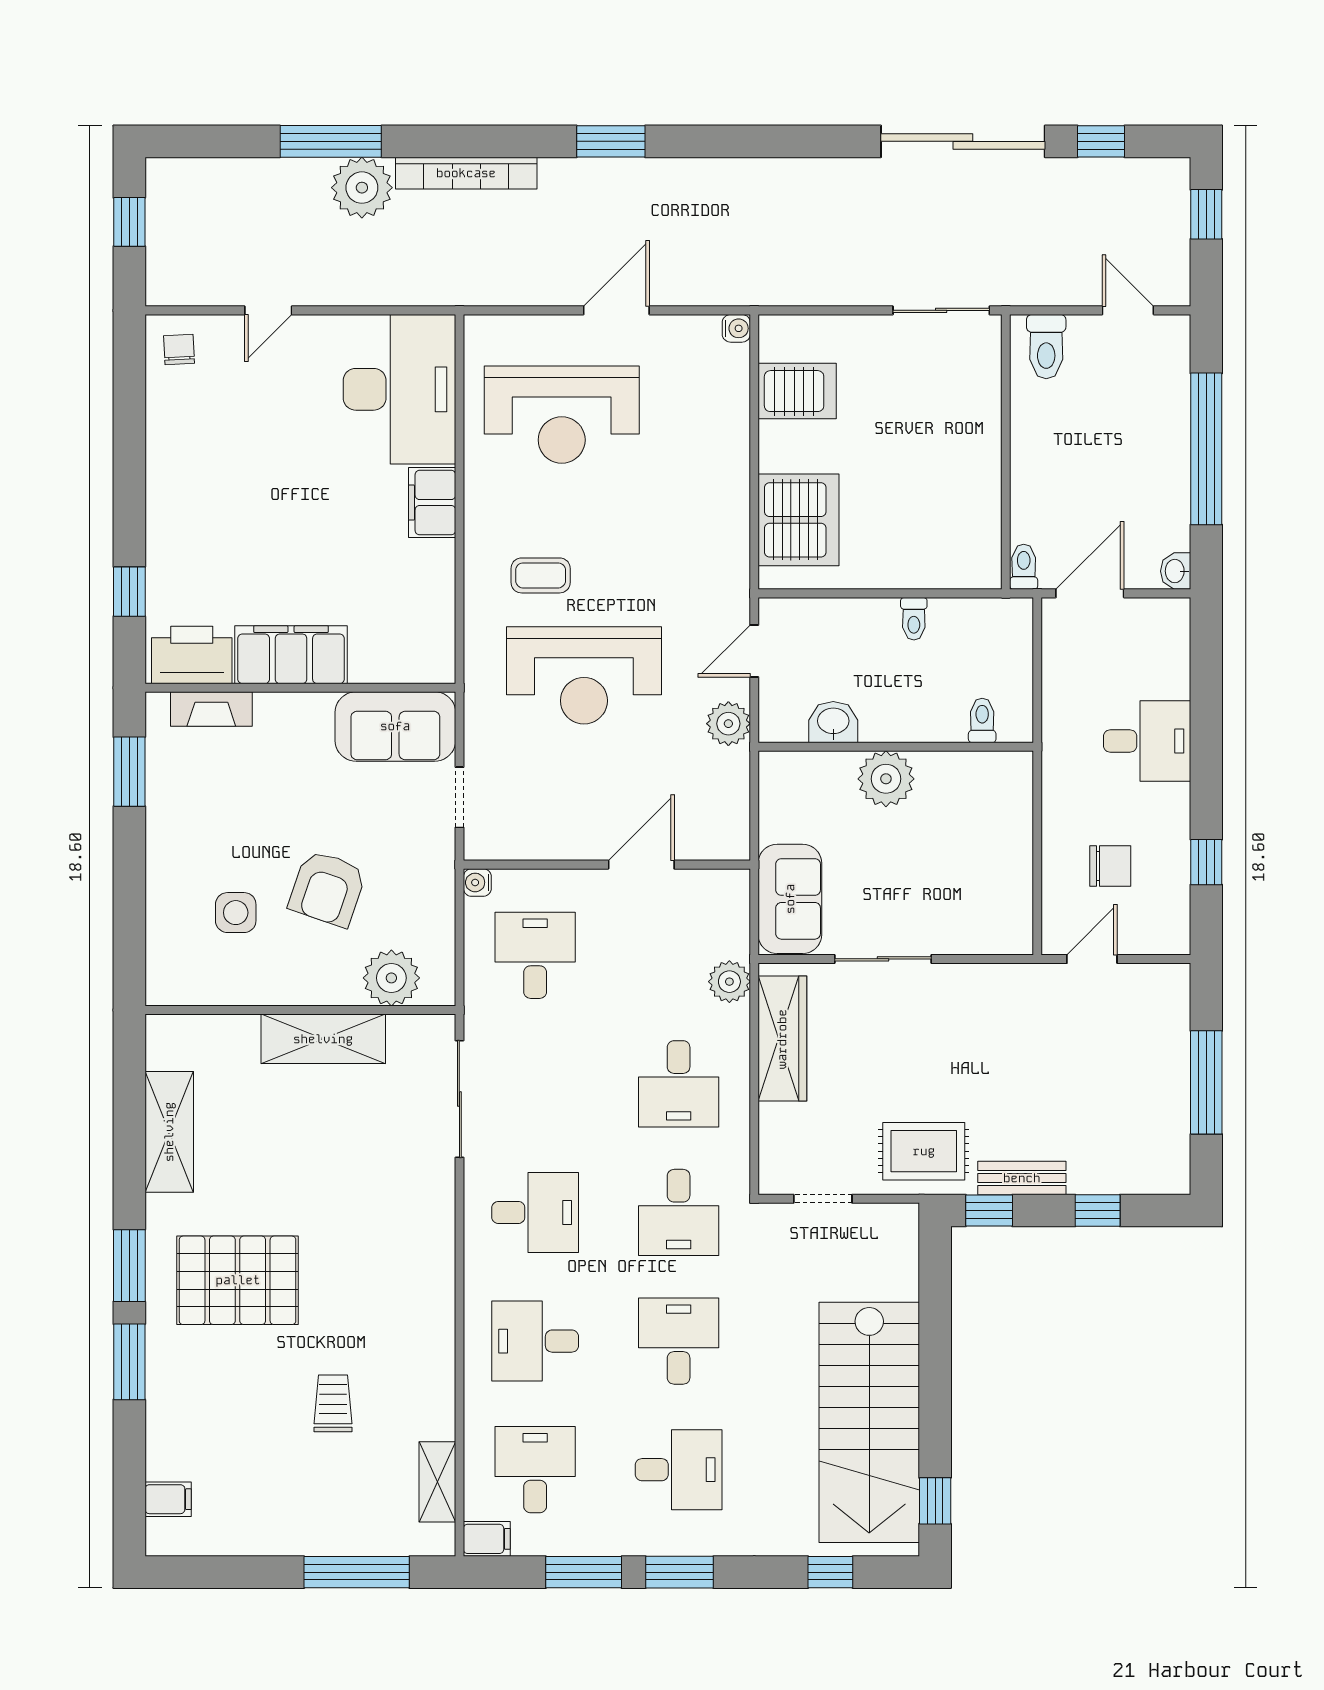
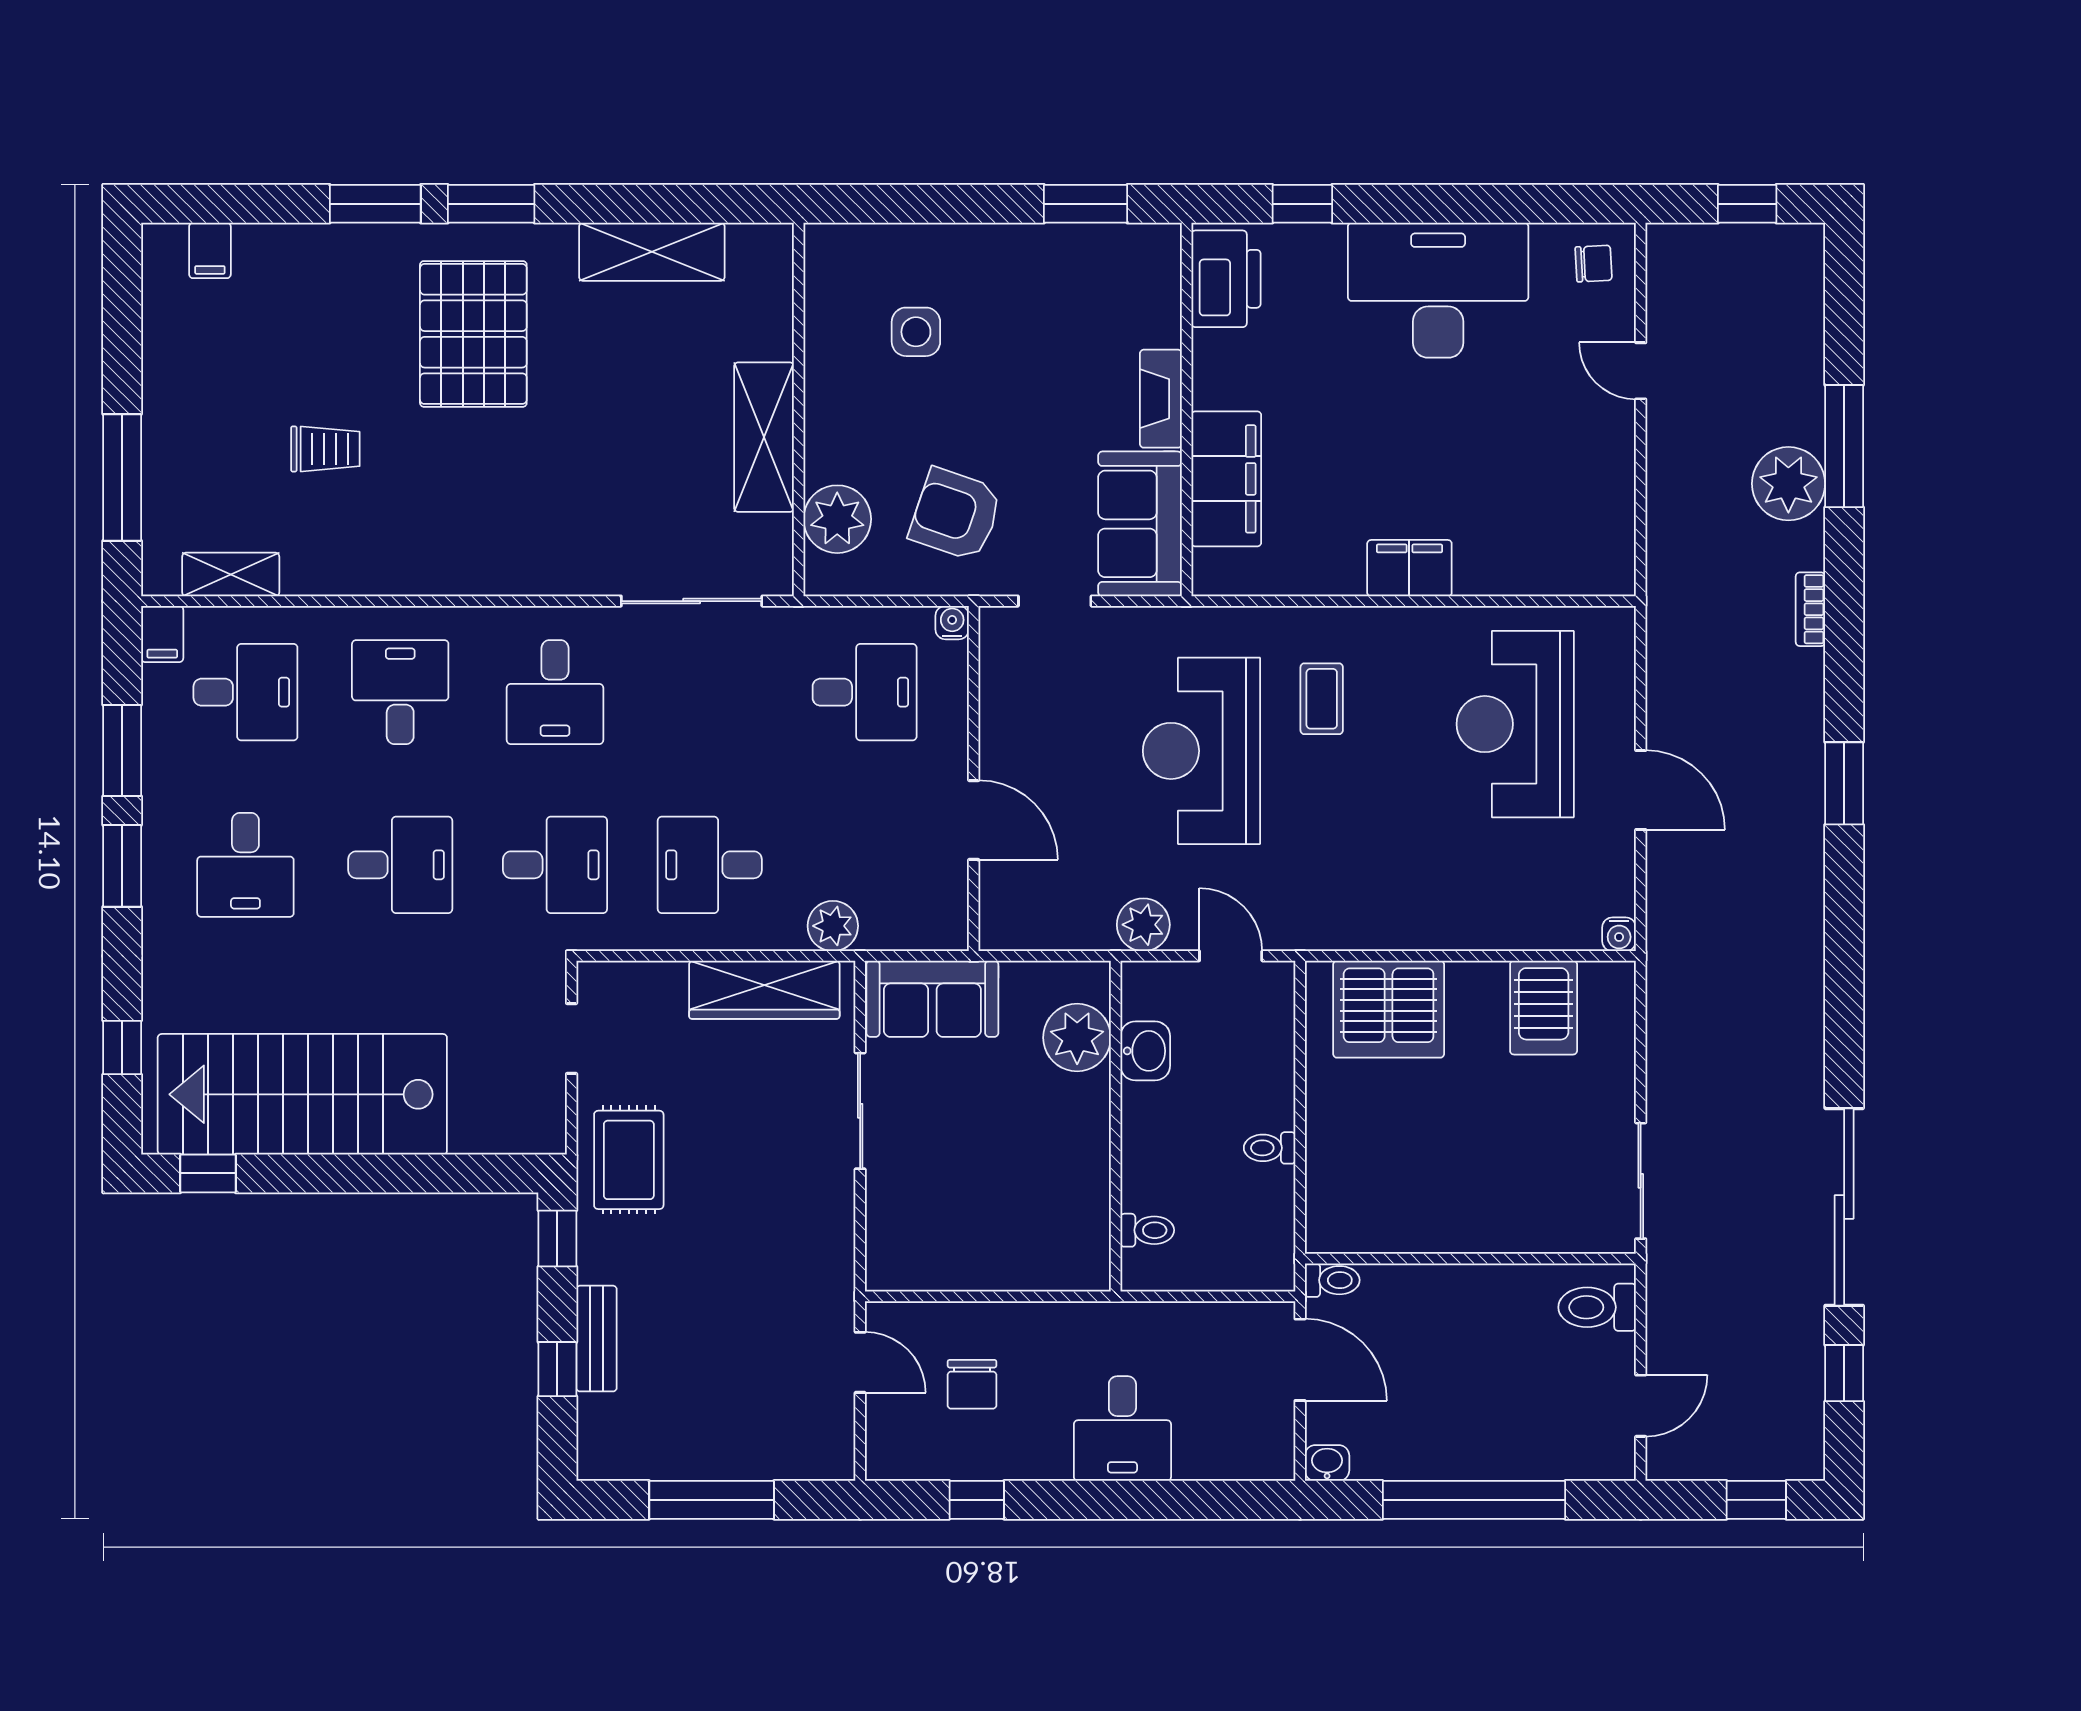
bookcase: (466, 173) -> (1810, 609), width x0.43, depth x0.76
desk: (399, 389) -> (1438, 290), moved, turned 180
filing cabinet: (291, 655) -> (1226, 479), moved
fireplace: (211, 709) -> (1161, 399), moved
plant: (886, 779) -> (1077, 1038), moved
armchair: (327, 889) -> (956, 514), moved
bench: (1022, 1178) -> (597, 1339), moved
desk: (679, 1212) -> (555, 865), turned 180

